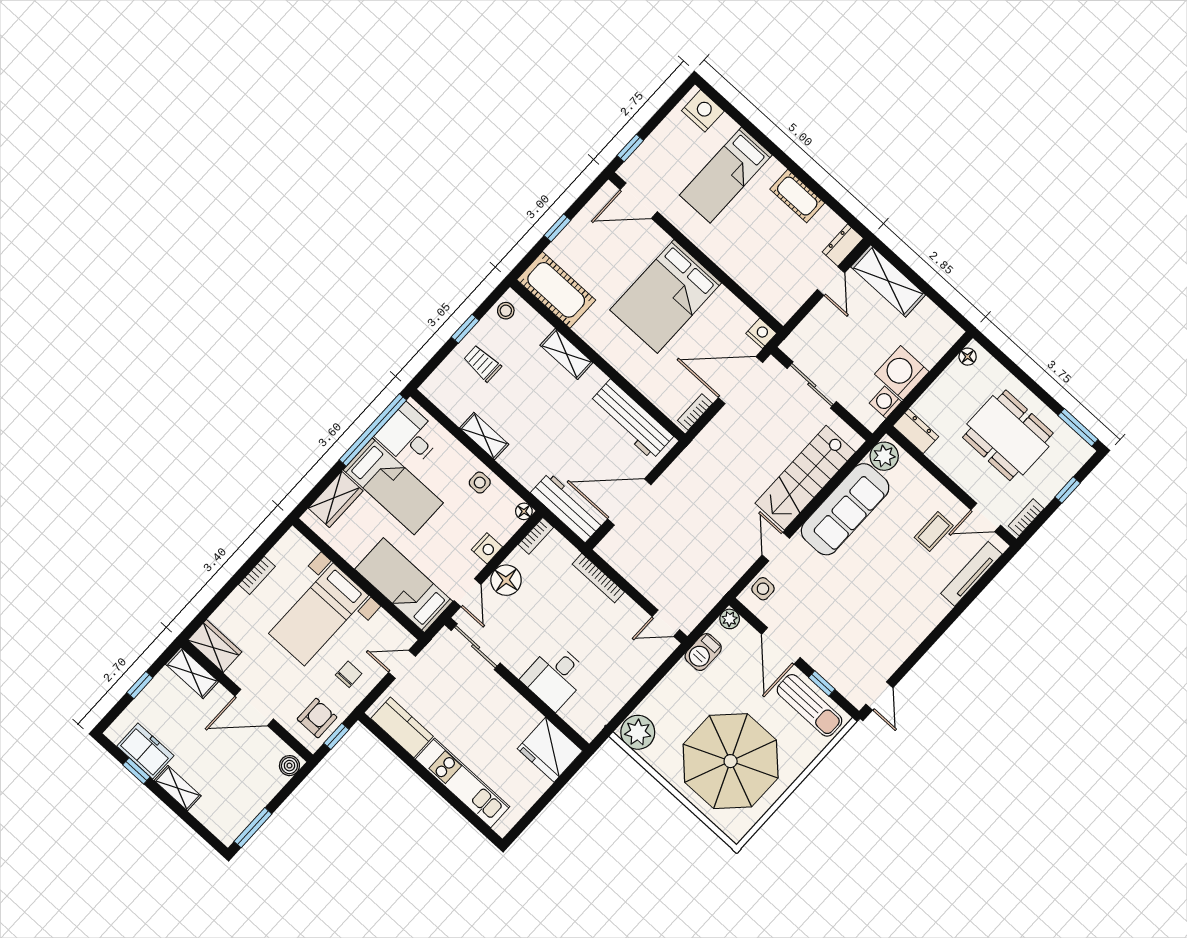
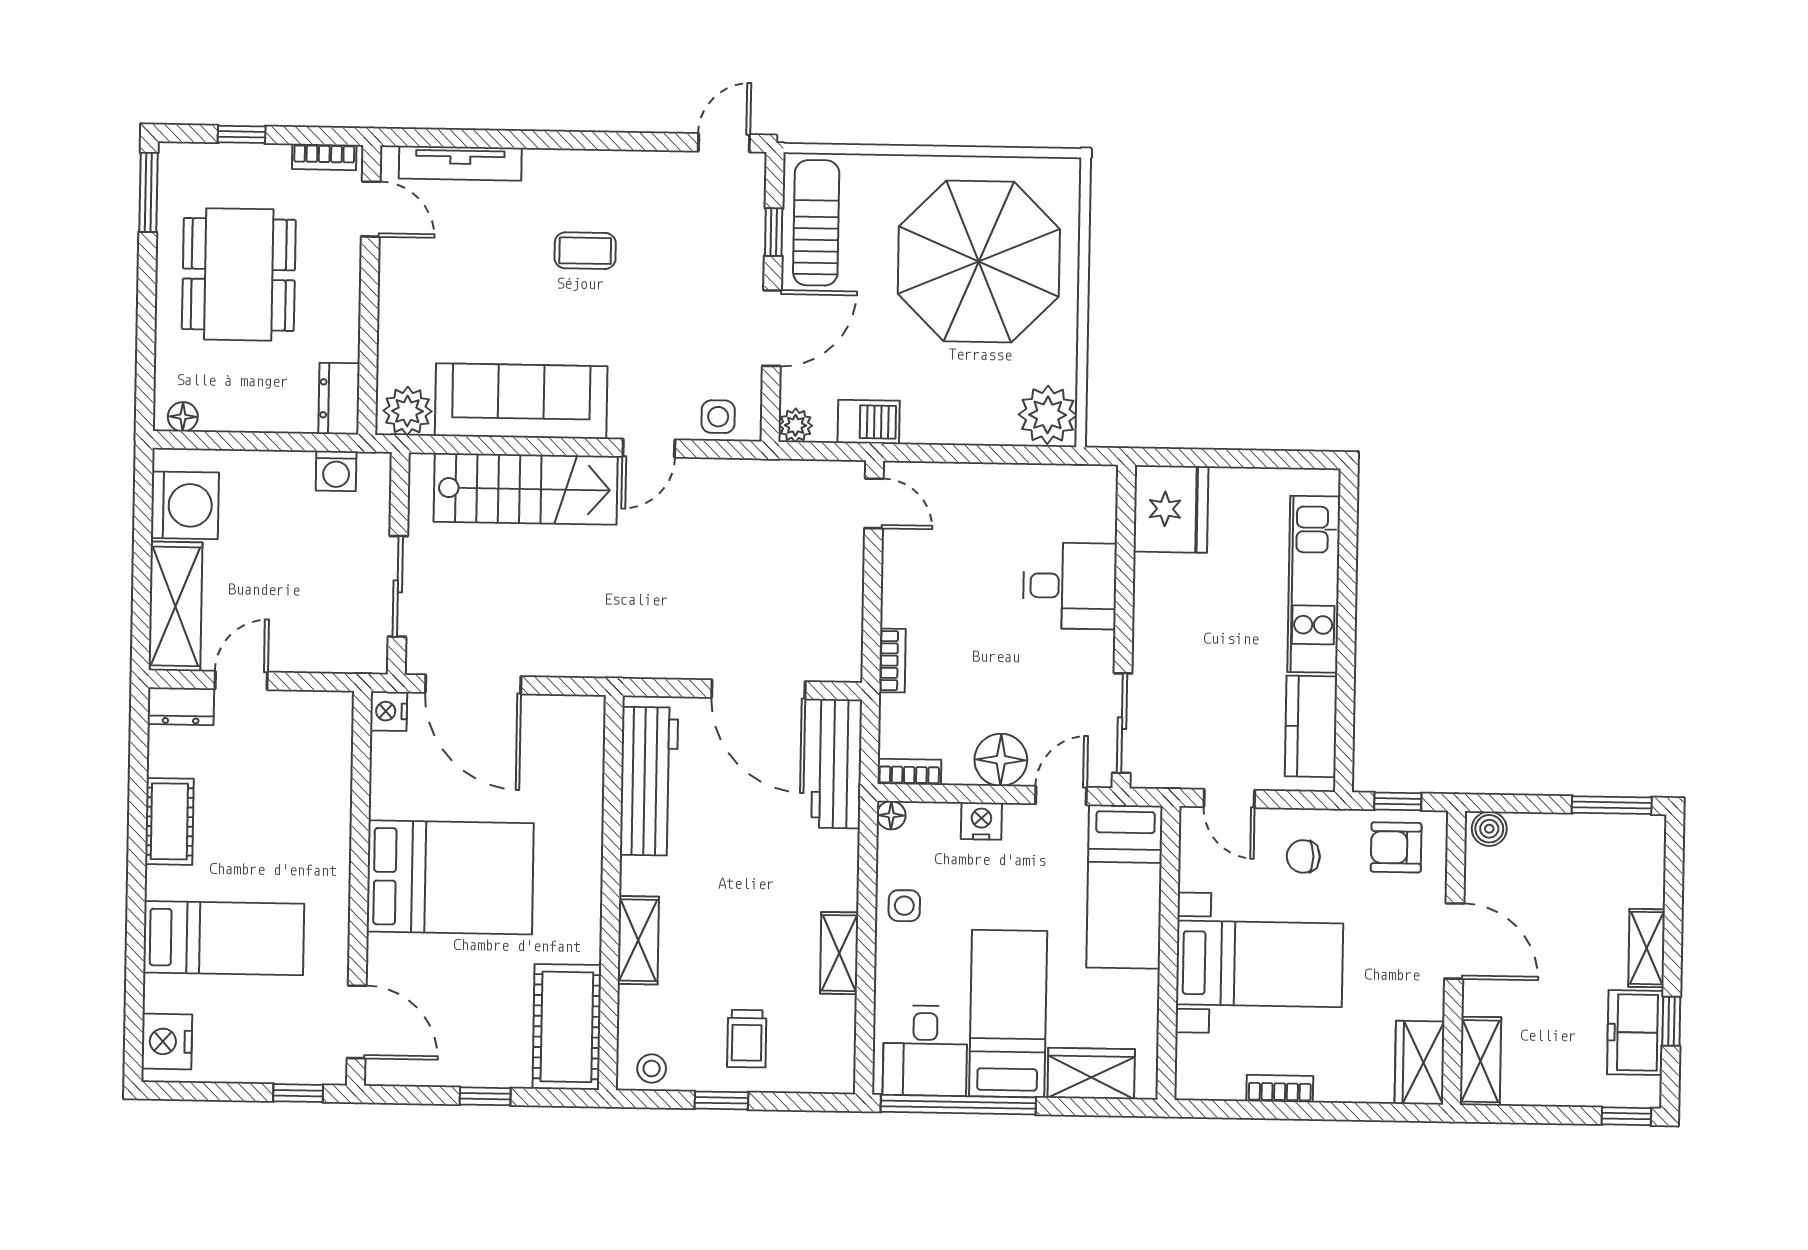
washing machine: (902, 373) -> (185, 505), moved, turned -90
bookcase: (695, 412) -> (567, 707), removed
coffee table: (934, 532) -> (585, 251), moved
bookcase: (598, 578) -> (892, 661), width x0.64
window: (140, 685) -> (1626, 1116), moved

